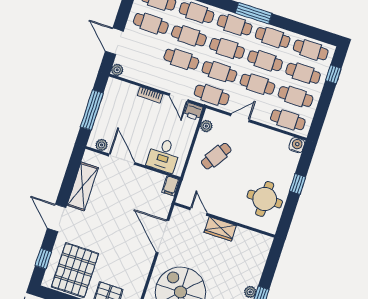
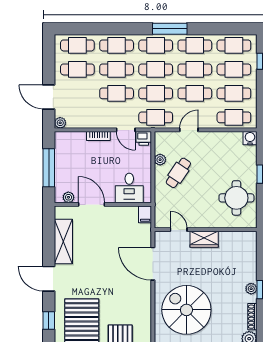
plant: (206, 126) -> (160, 160), moved

